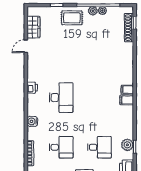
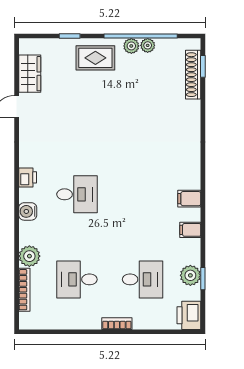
filing cabinet: (127, 90) -> (190, 230), moved
desk: (61, 98) -> (77, 194), width x0.73
water cooler: (32, 121) -> (28, 211), moved
plant: (33, 134) -> (29, 256), added
desk: (61, 147) -> (77, 279), turned 180

